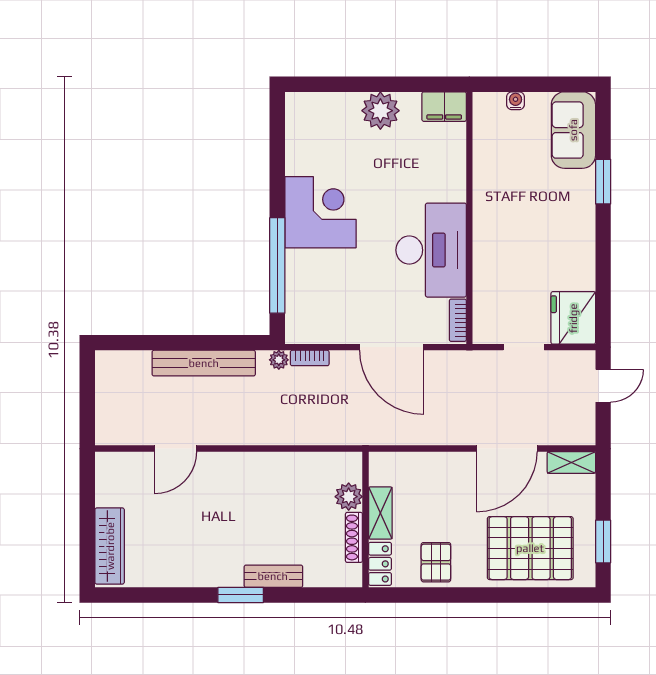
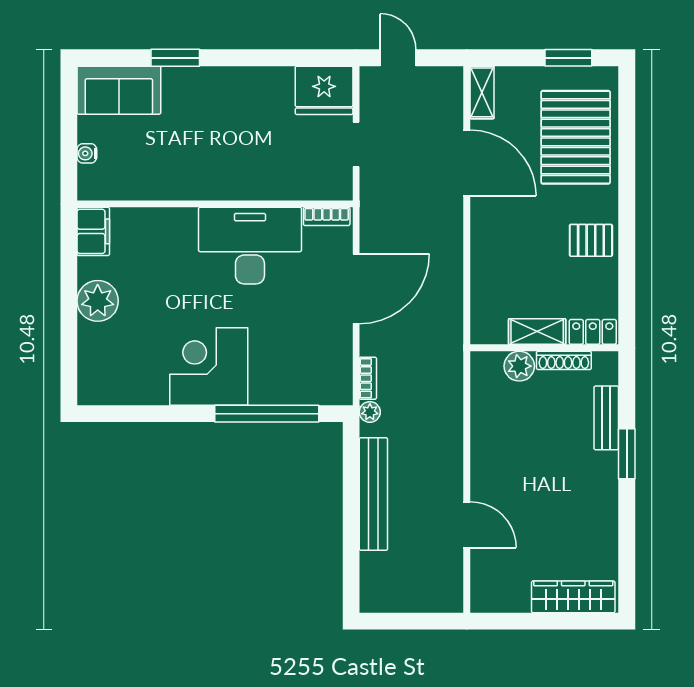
plant: (349, 497) -> (519, 366), moved
shelving: (380, 513) -> (537, 332), moved
wall: (365, 519) -> (544, 348), moved
shoe rack: (354, 537) -> (564, 360), moved
locker: (380, 564) -> (593, 332), moved

